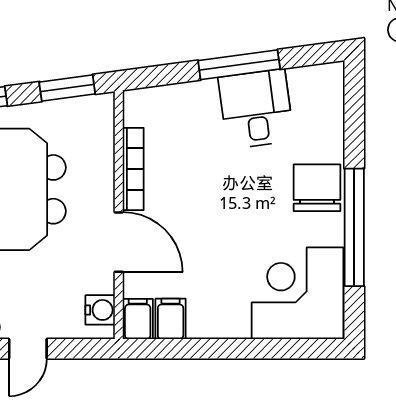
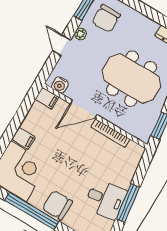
chair: (317, 188) -> (57, 205), turned 180
filing cabinet: (171, 319) -> (23, 138), moved

